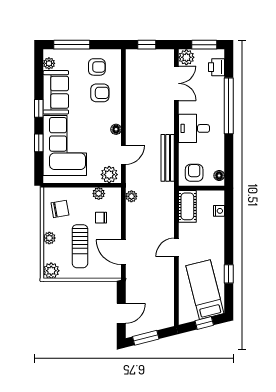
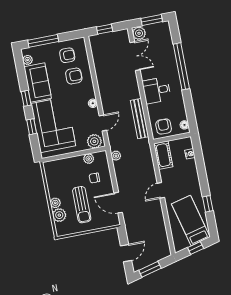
printer: (216, 67) -> (165, 37), removed
chair: (60, 209) -> (59, 177), removed
plant: (51, 271) -> (59, 215), moved

